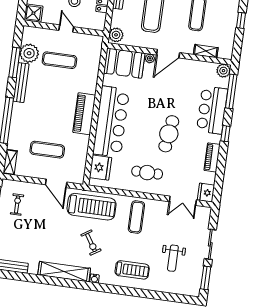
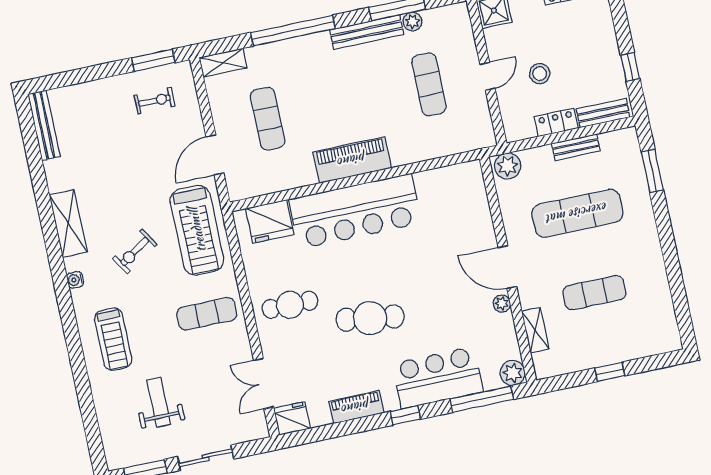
plant: (29, 53) -> (412, 22), width x0.53, depth x0.53
plant: (150, 58) -> (502, 303), moved
booth: (124, 63) -> (464, 198), removed
cafe table: (147, 173) -> (290, 305), turned 90
weight bench: (173, 258) -> (159, 402), turned 90
shelving: (64, 272) -> (68, 223), width x0.68

